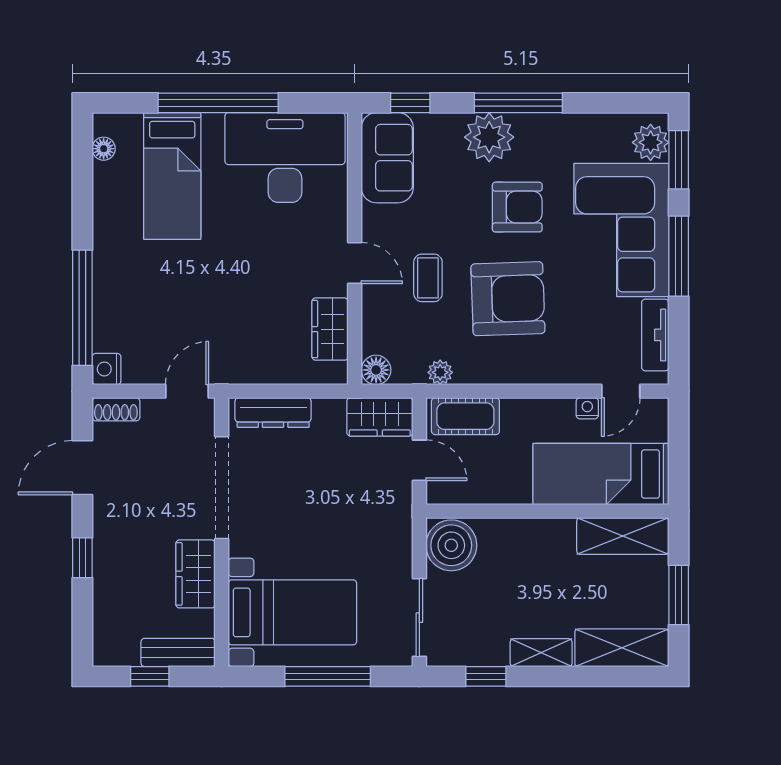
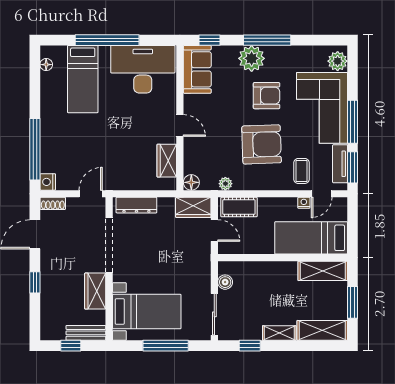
window: (679, 160) -> (352, 167), moved
coffee table: (428, 278) -> (301, 171), moved
boiler: (451, 545) -> (225, 282), width x0.54, depth x0.54

